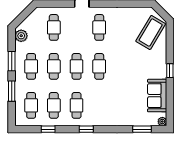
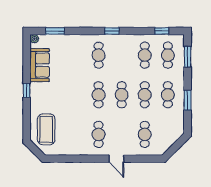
coffee table: (151, 32) -> (46, 129), turned -31
plant: (21, 36) -> (178, 126), removed
window: (12, 91) -> (188, 57), moved
cafe table: (77, 105) -> (99, 55), moved
window: (48, 129) -> (162, 31), moved

